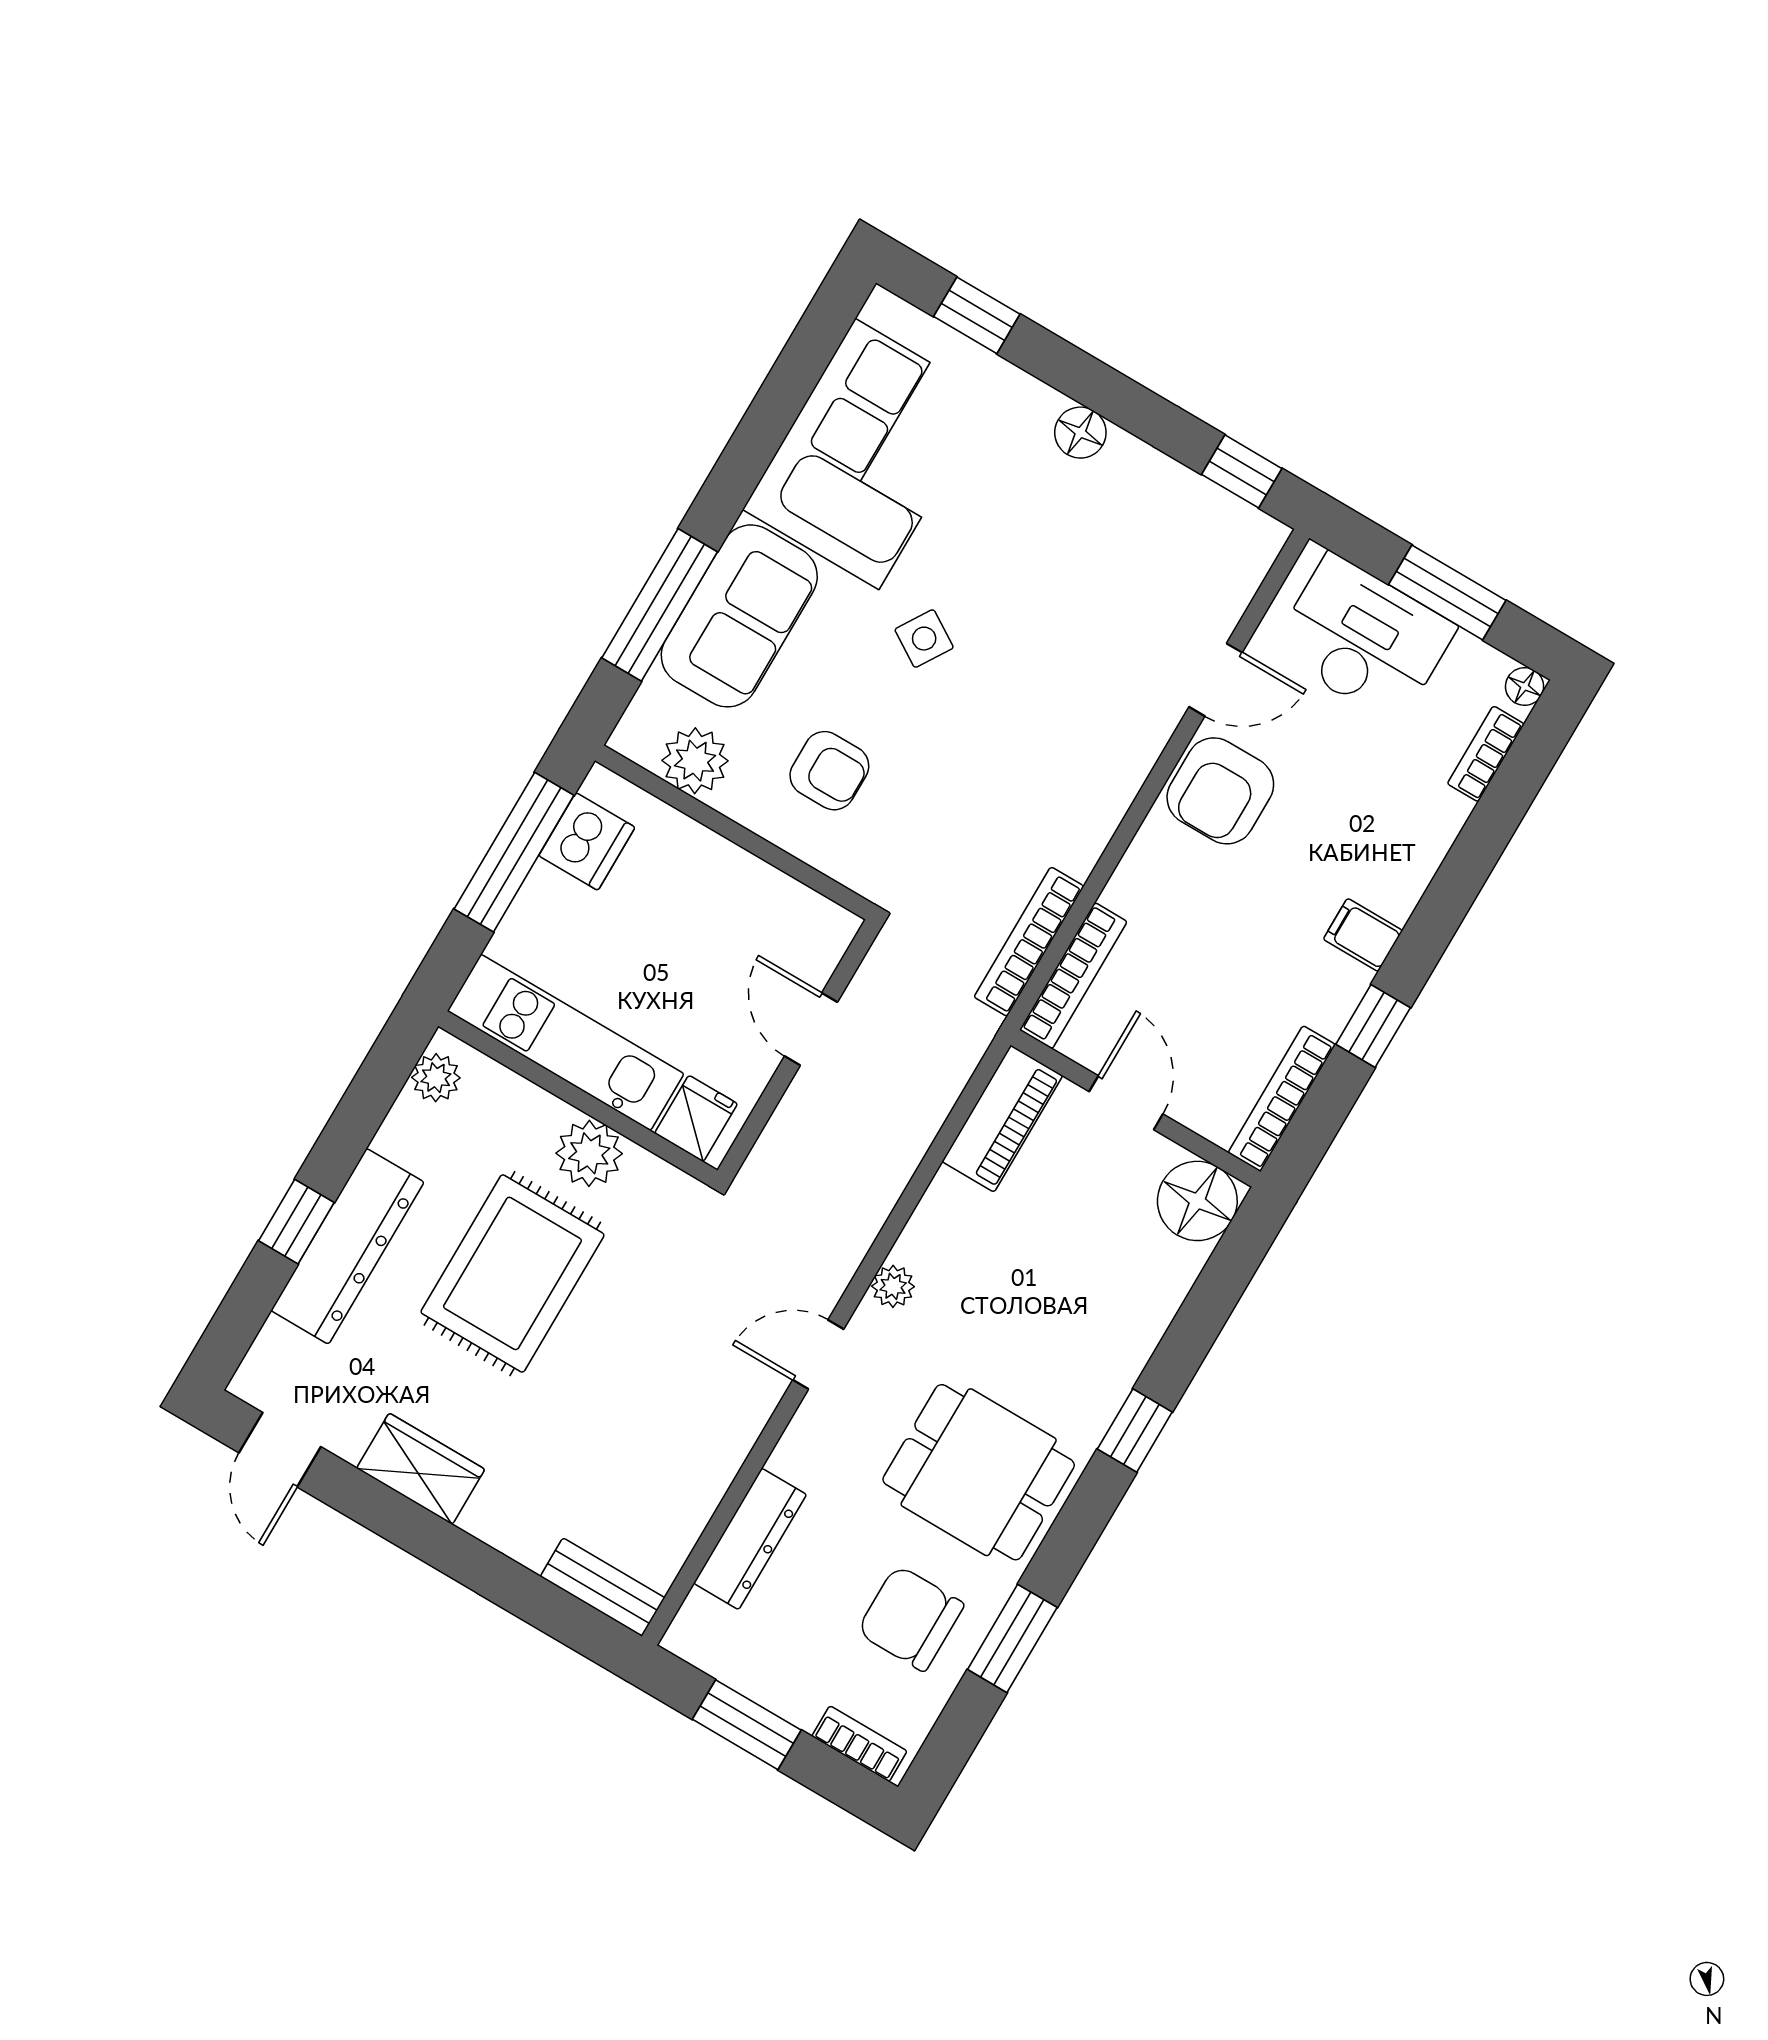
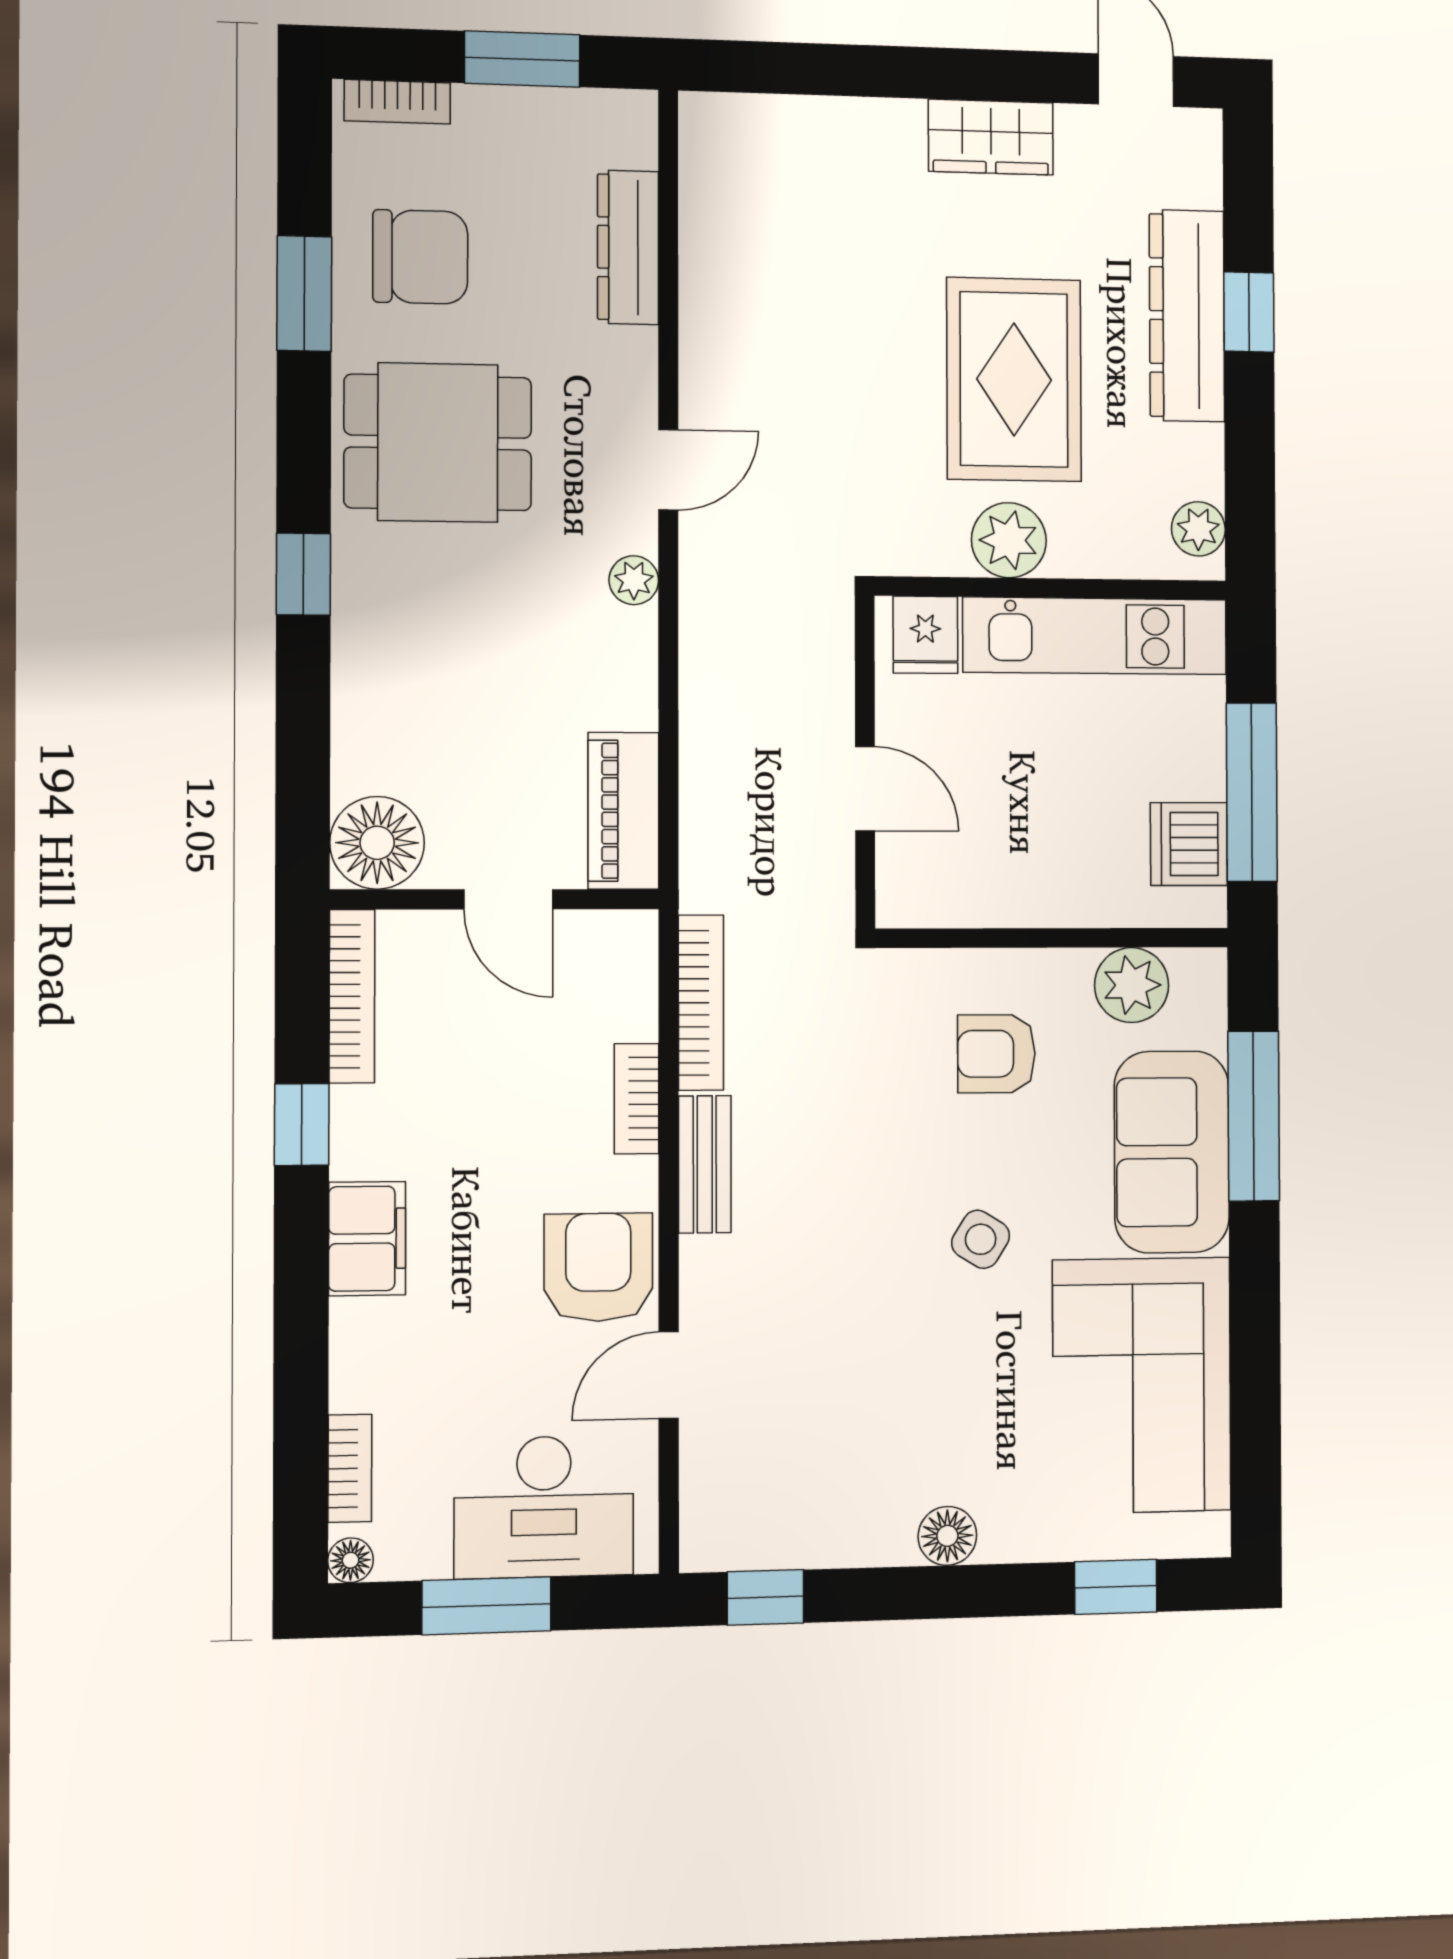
filing cabinet: (1363, 935) -> (367, 1239), width x2.00
bookcase: (1073, 976) -> (637, 1099), moved, width x0.64
bench: (603, 1587) -> (705, 1164), moved, turned 90

